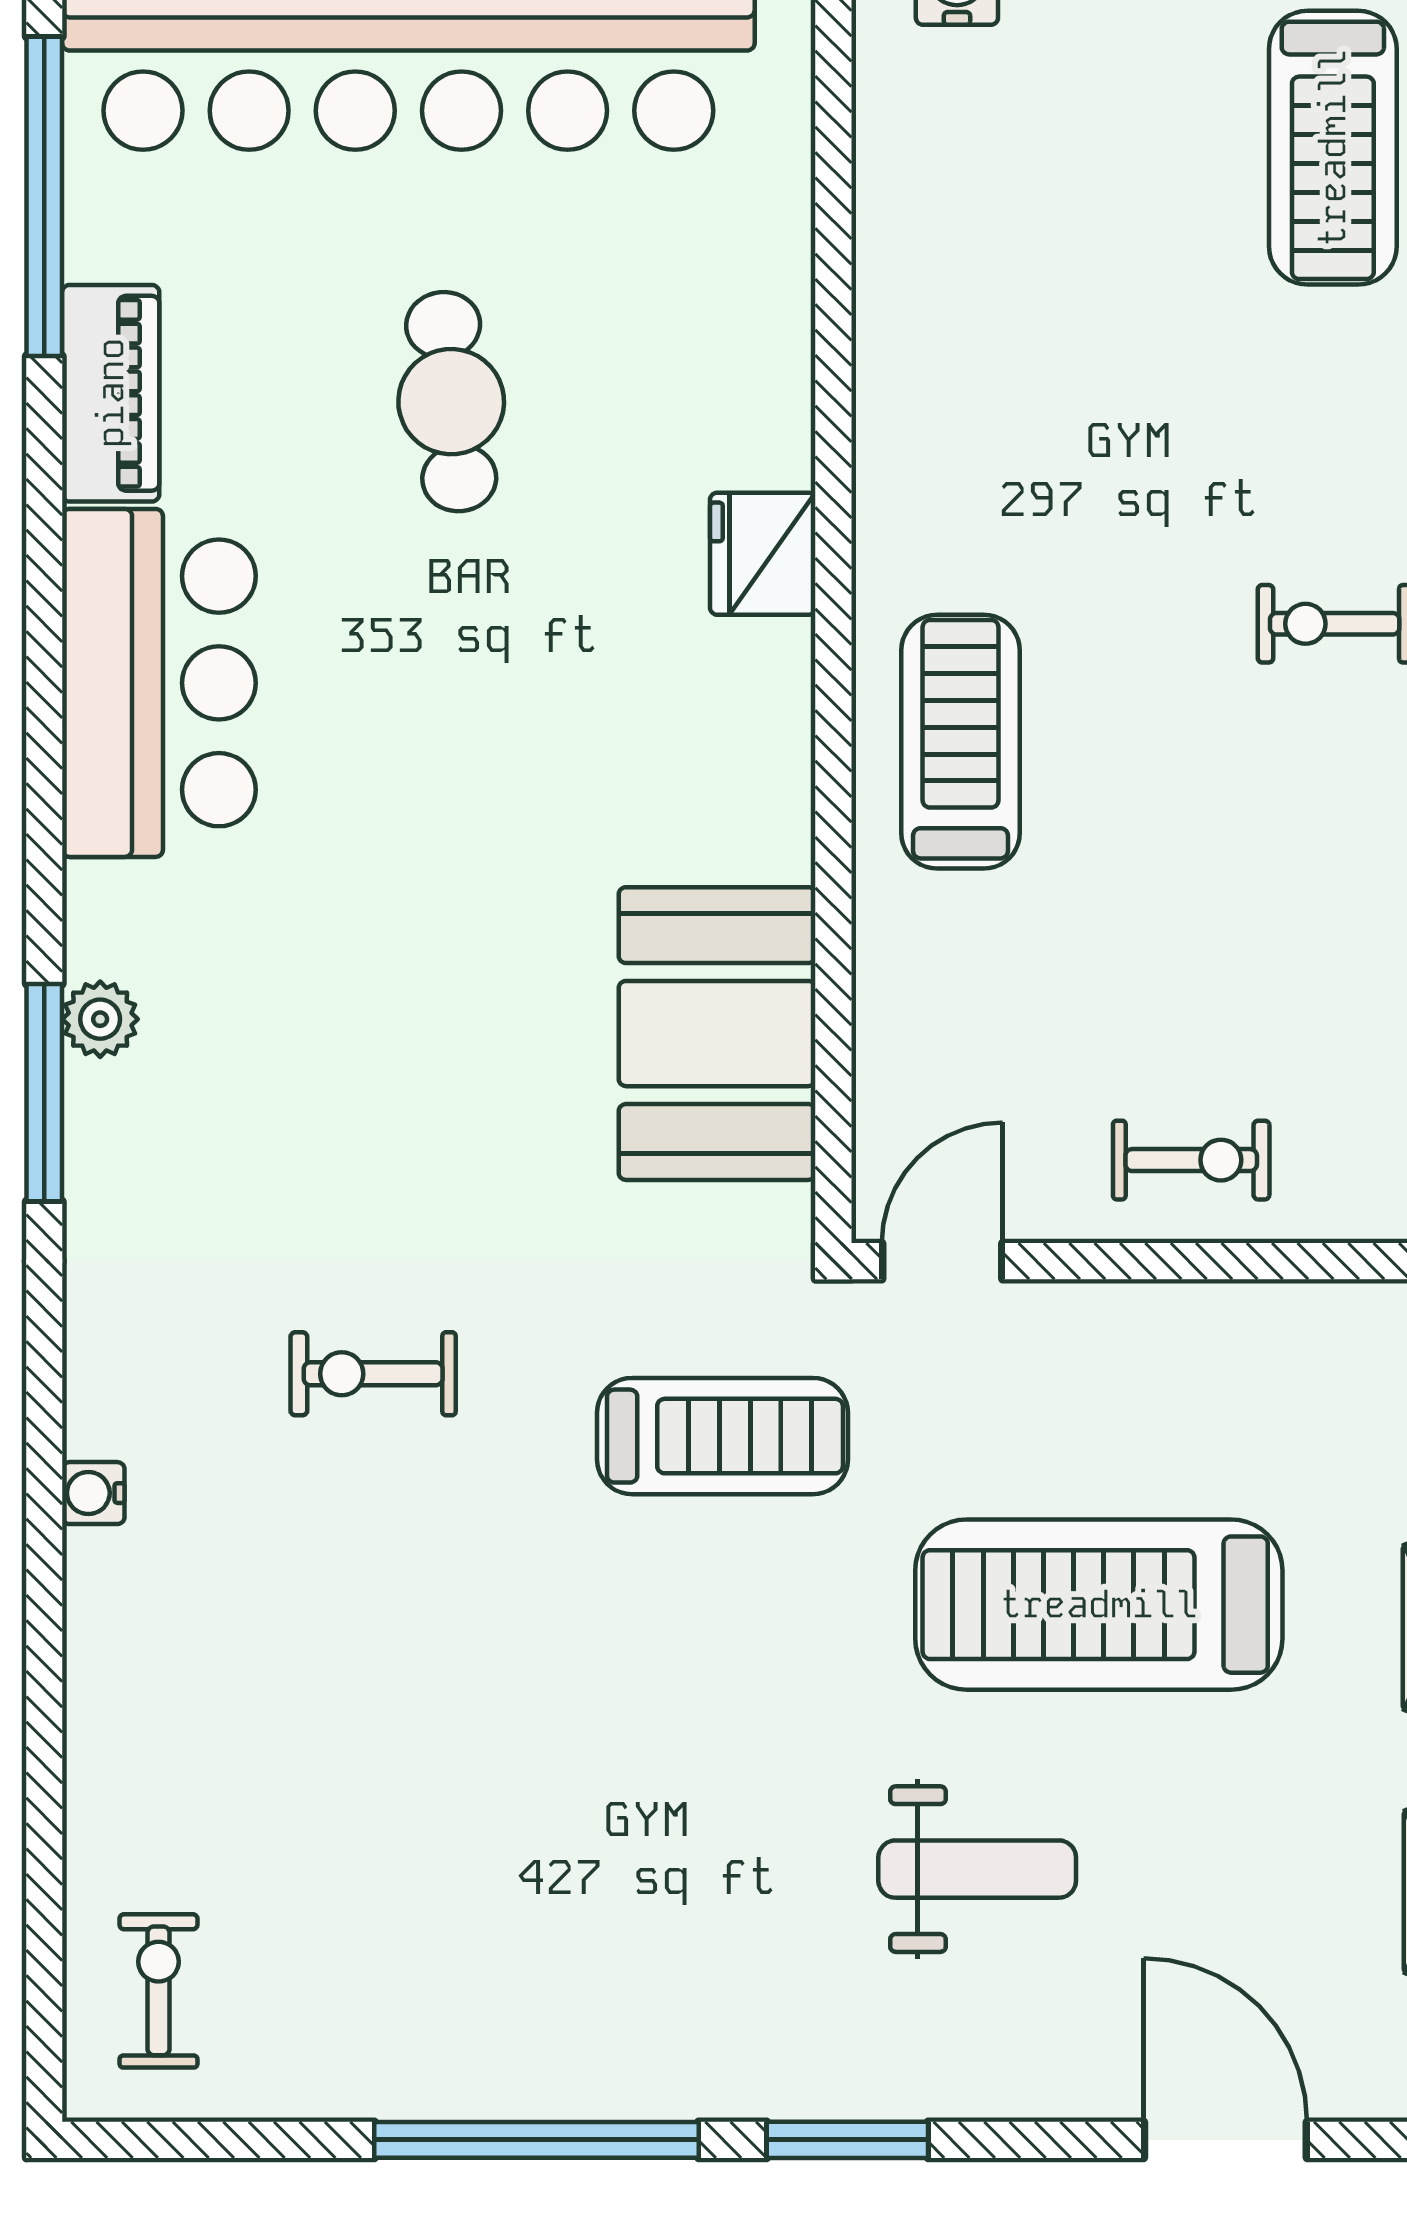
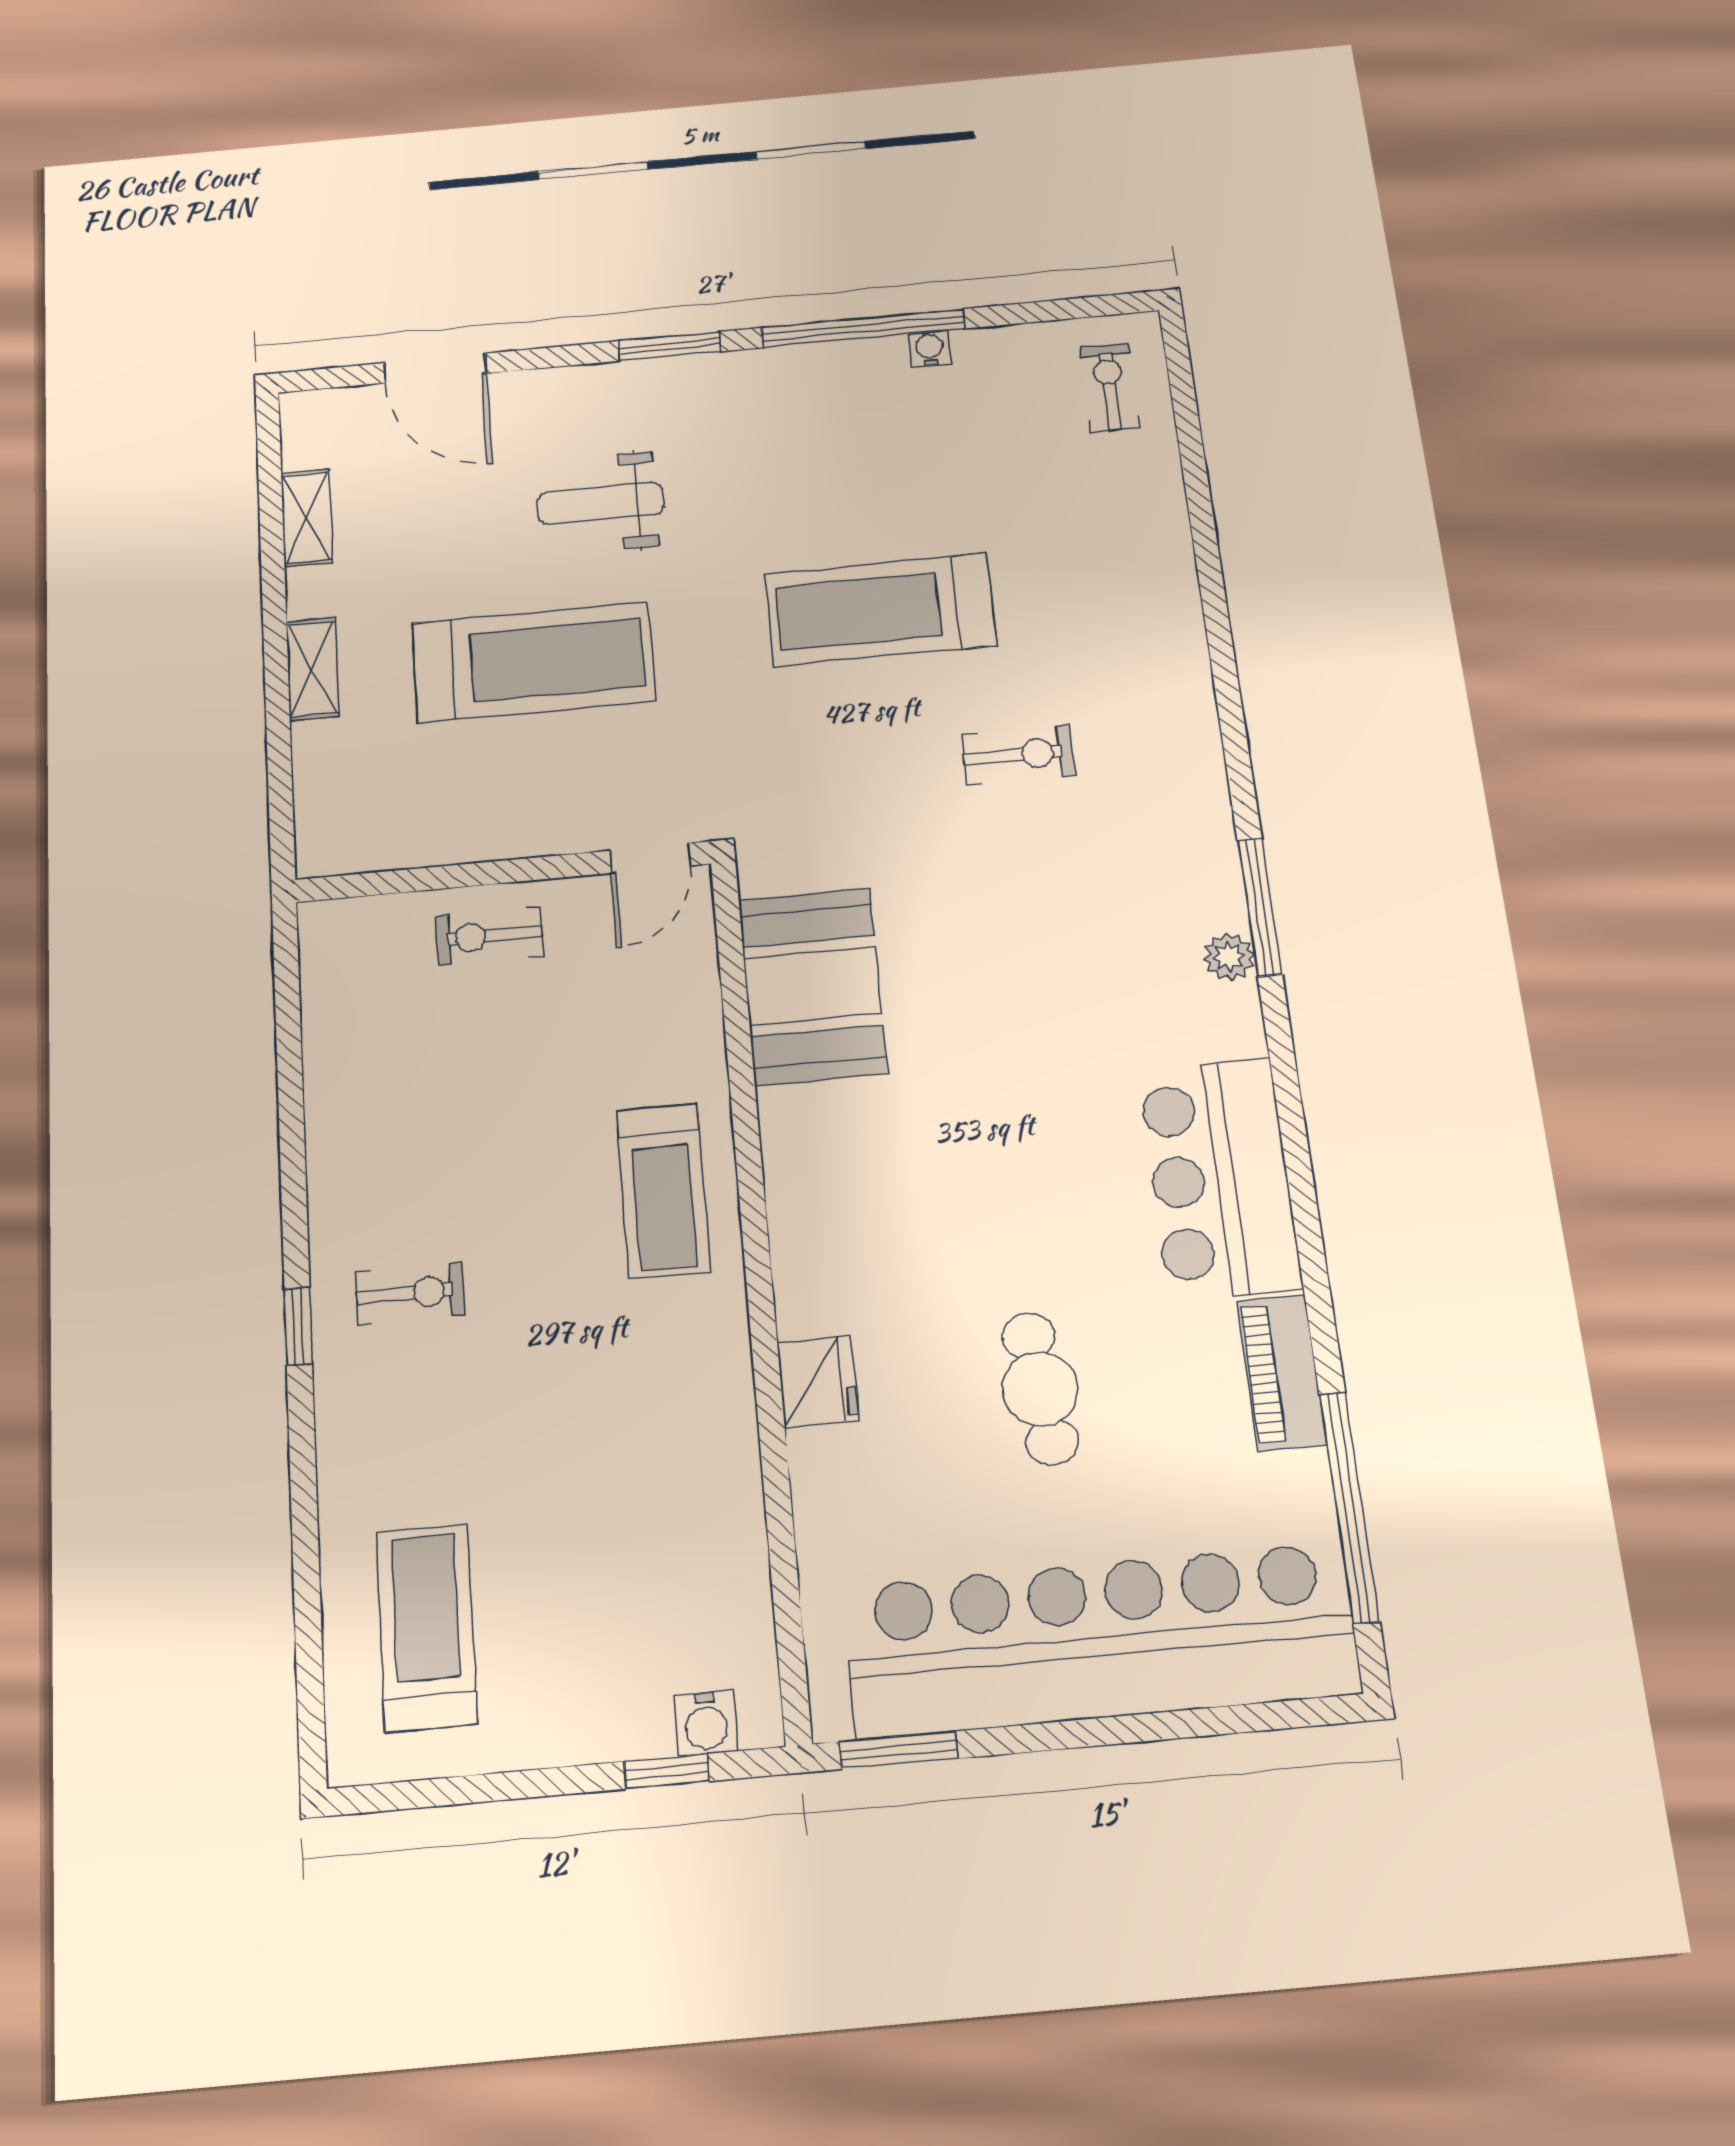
fridge: (763, 554) -> (818, 1381), moved
treadmill: (722, 1436) -> (881, 609), moved, width x1.37, depth x1.38
water cooler: (93, 1493) -> (929, 349), moved, turned -90
exercise bike: (158, 1991) -> (1109, 387), turned 180

